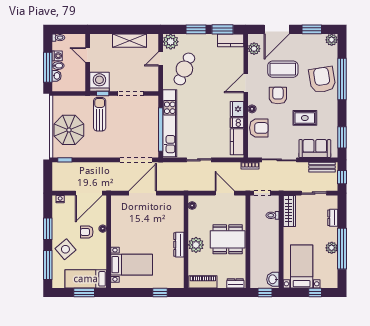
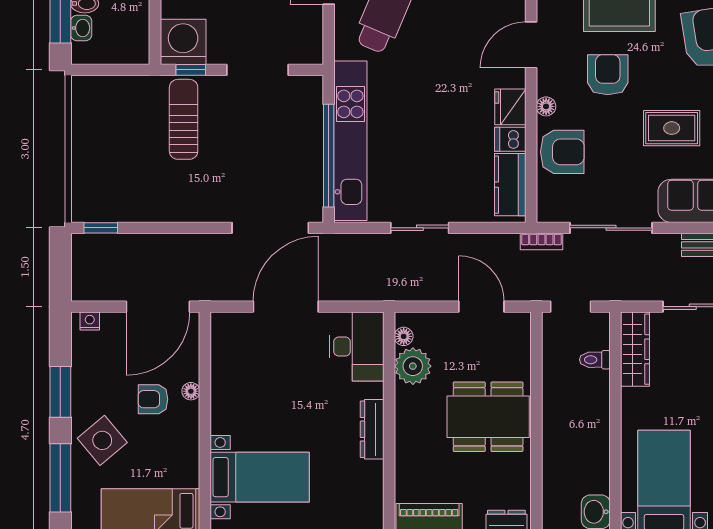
parasol: (69, 130) -> (111, 157), removed
desk: (172, 210) -> (357, 347), added
plant: (196, 245) -> (413, 366), moved

